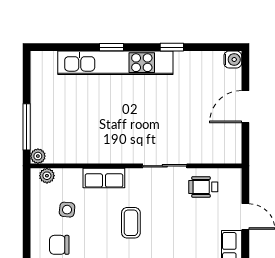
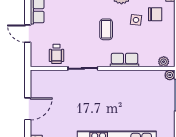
wheelchair: (203, 187) -> (56, 54), turned 90
side table: (67, 210) -> (136, 20), moved

